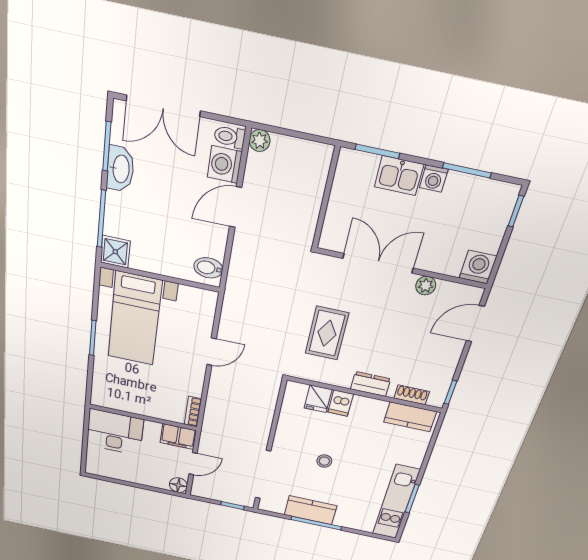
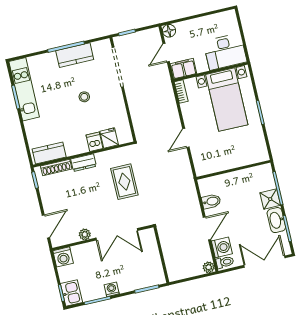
kitchen sink: (399, 176) -> (71, 293), moved, turned 90
shower: (115, 252) -> (270, 199), moved
bidet: (208, 268) -> (211, 201), moved
bed with nightstands: (135, 319) -> (227, 100), moved, turned 180
shoe rack: (412, 395) -> (56, 168), width x1.43

